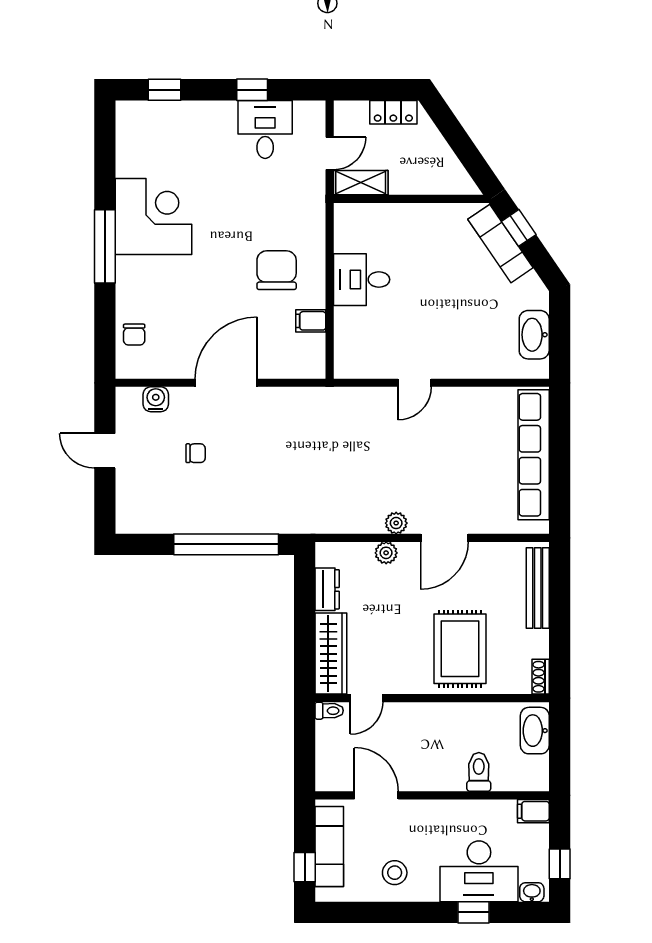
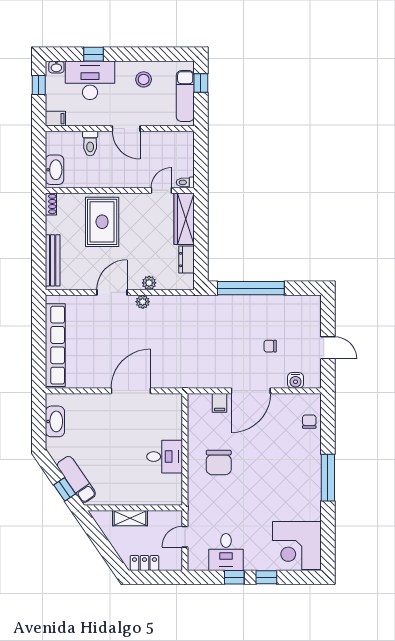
window: (165, 90) -> (266, 577), moved
shelving: (361, 183) -> (130, 518), moved
corner desk: (153, 216) -> (297, 546), moved
filing cabinet: (311, 321) -> (220, 403), moved, turned 90
door: (415, 383) -> (131, 391), width x1.88
door: (376, 795) -> (126, 129), moved

